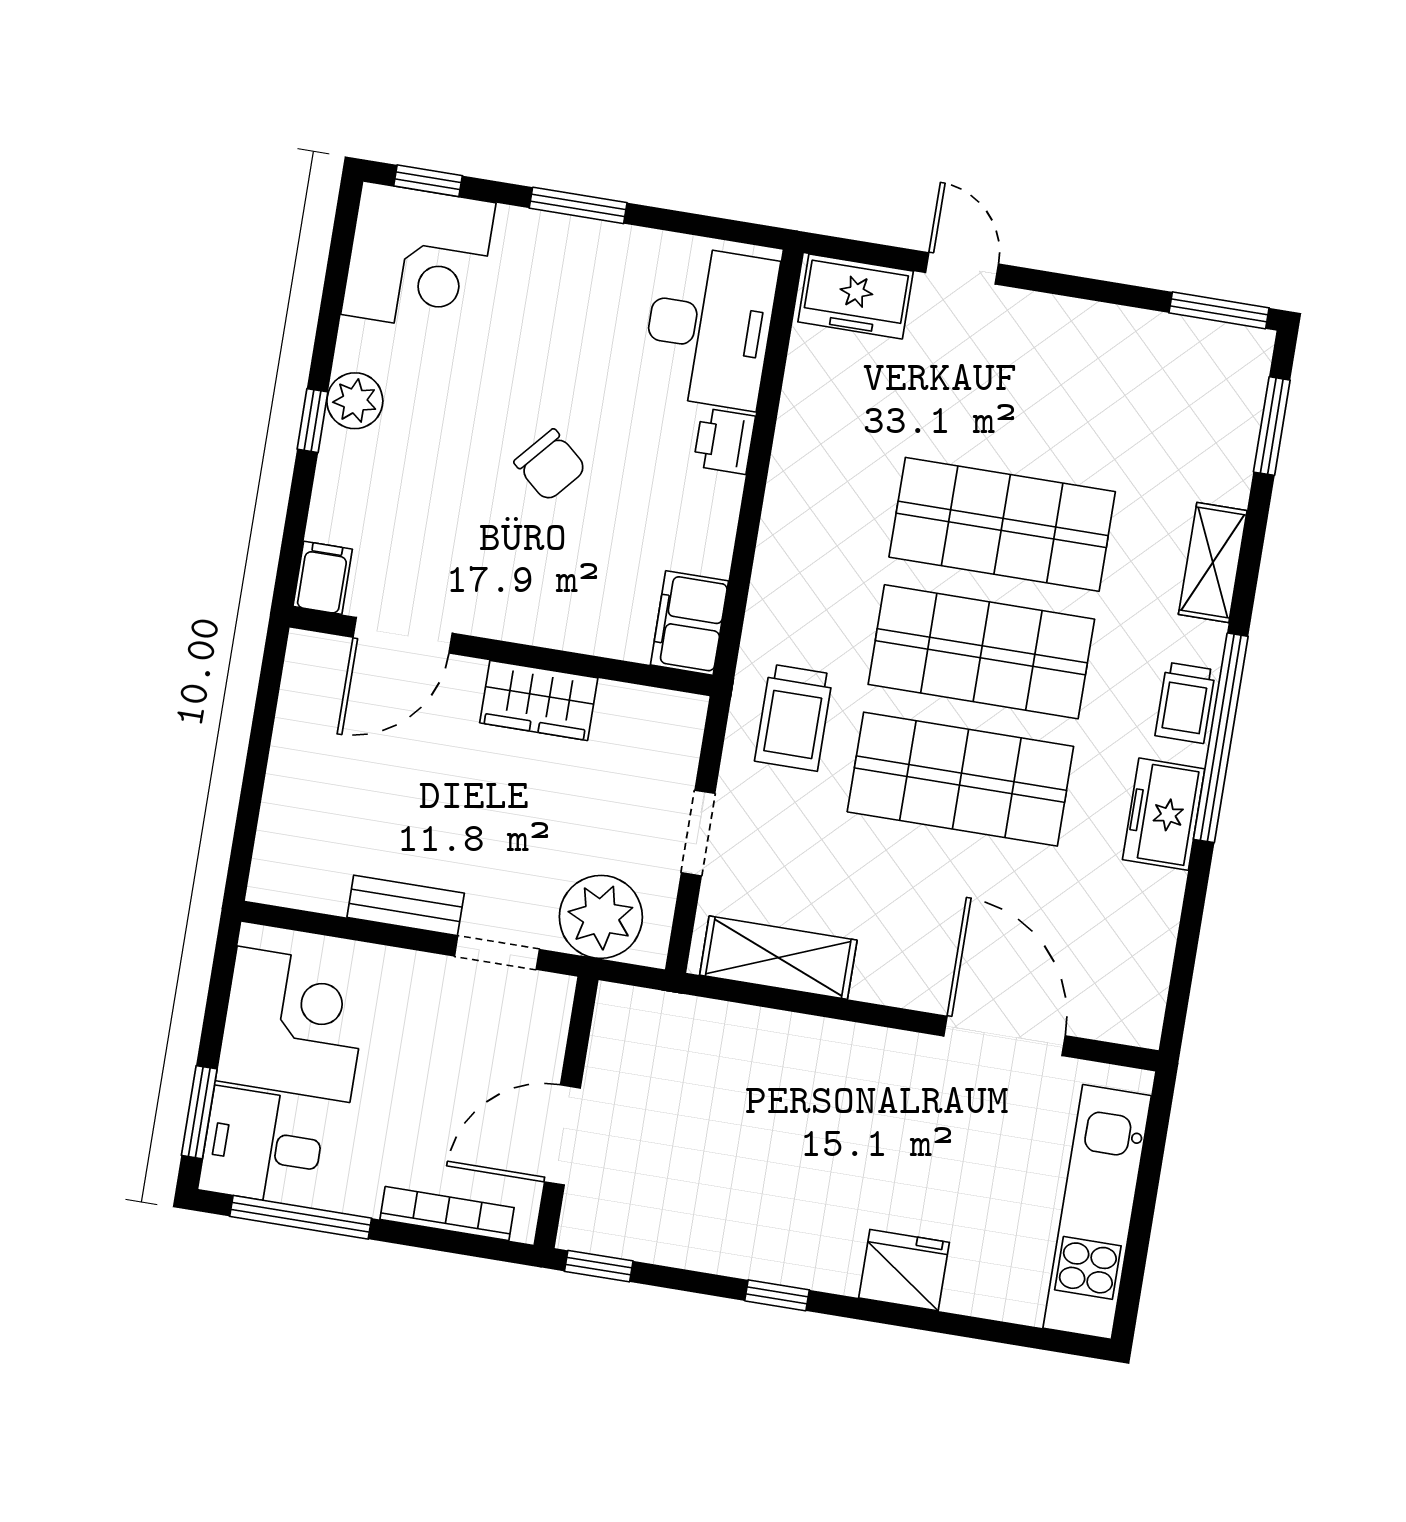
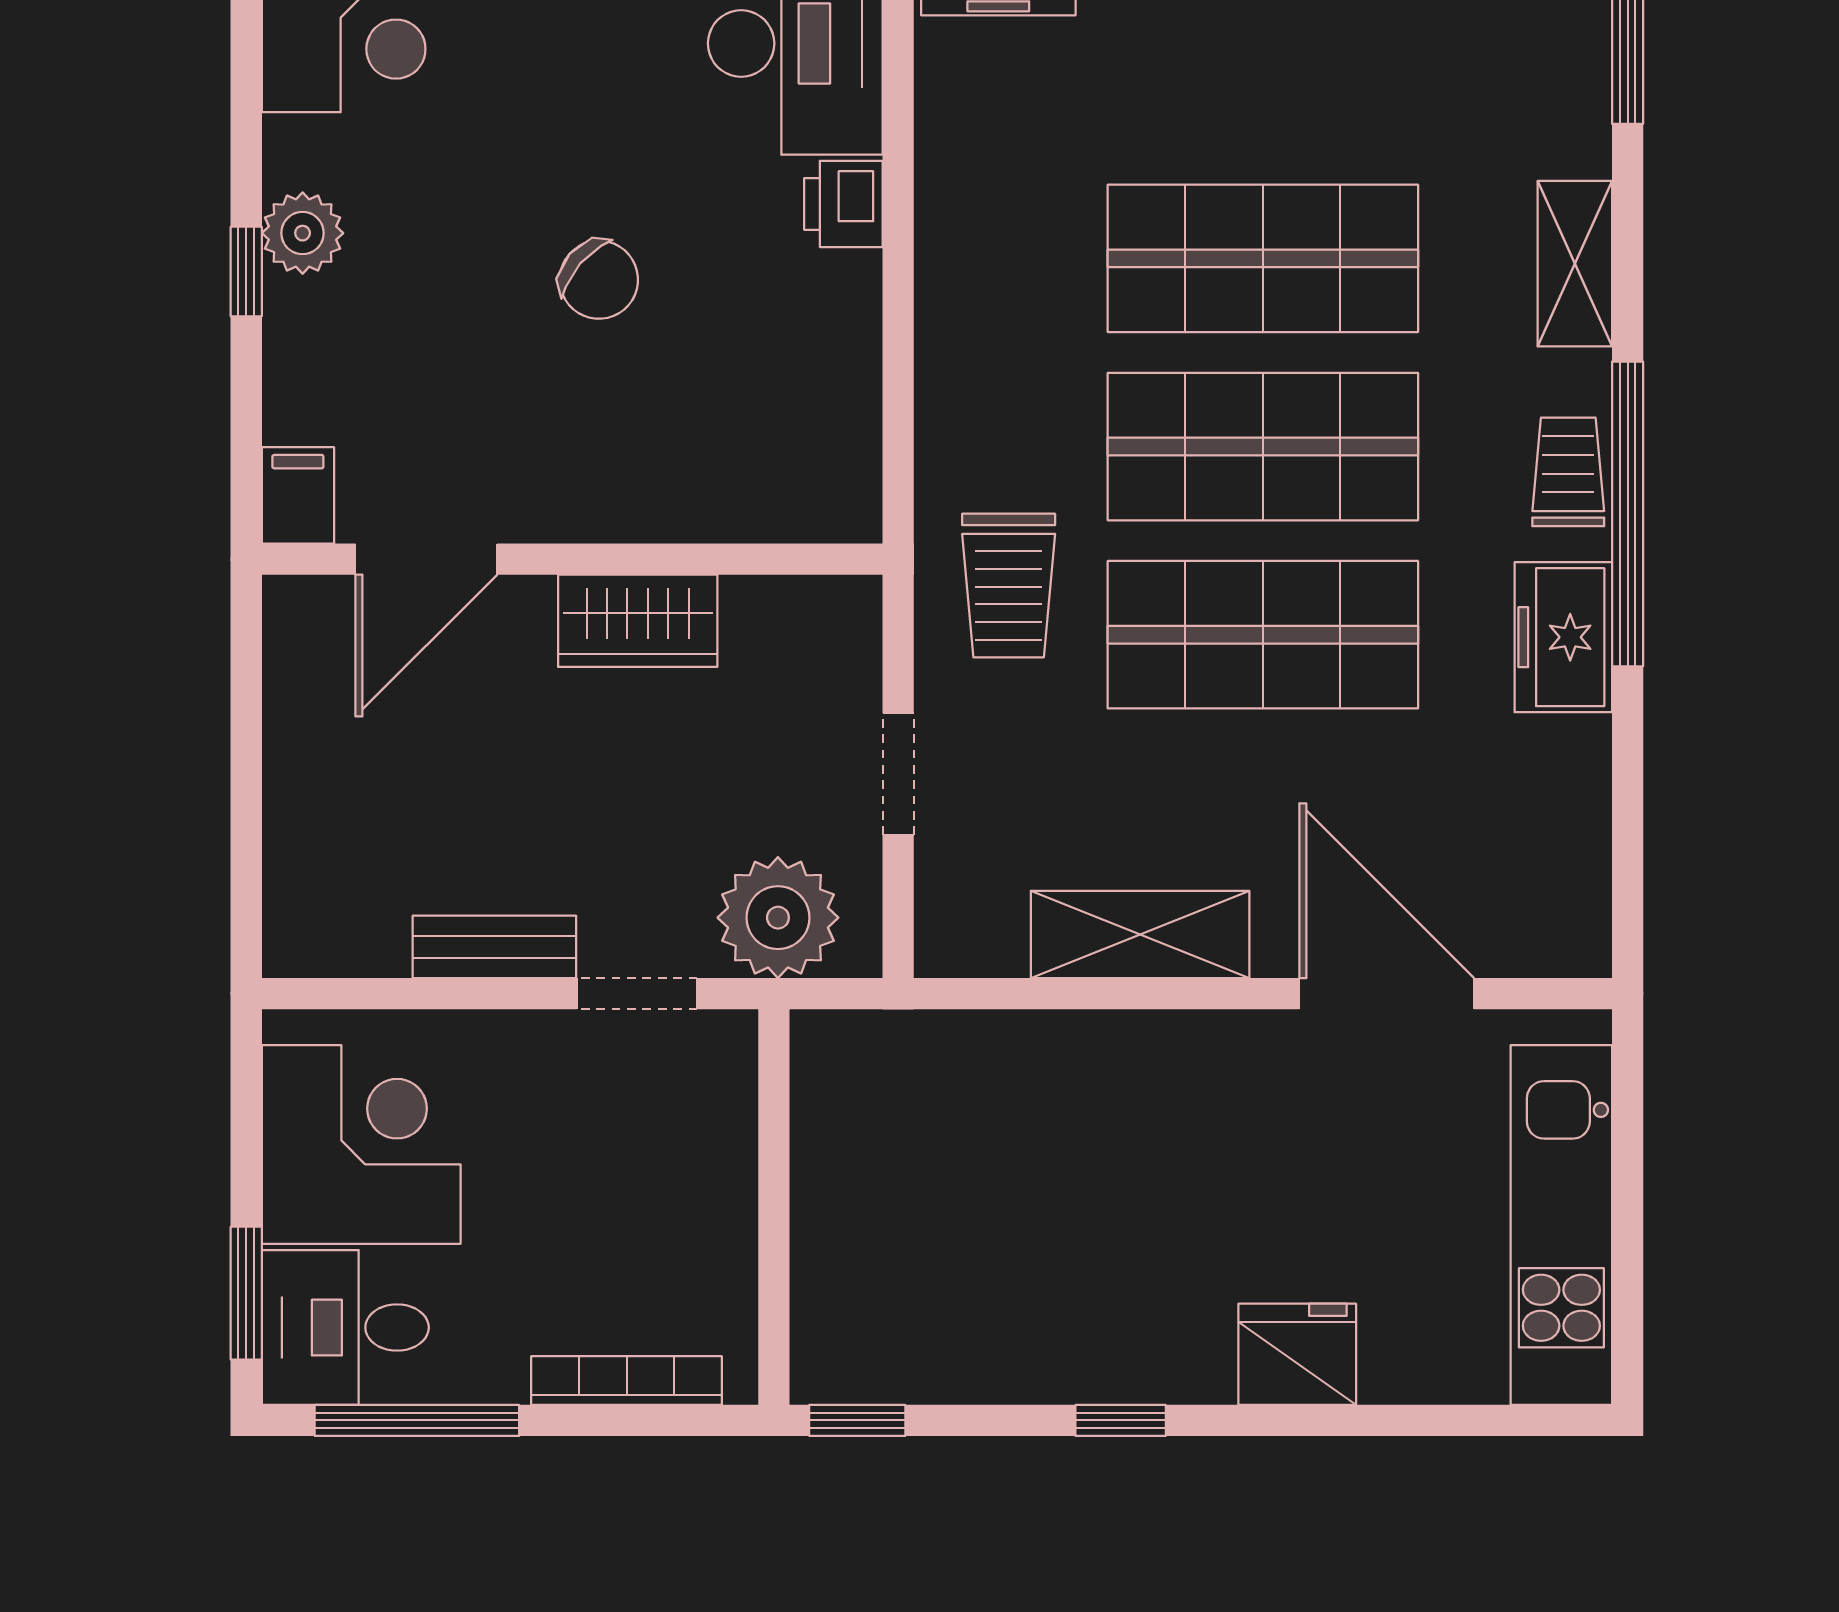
filing cabinet: (689, 623) -> (836, 474), removed
trolley: (1185, 703) -> (1568, 472), turned 180
shelving: (778, 958) -> (1140, 934), moved
door: (562, 1135) -> (774, 1240), removed

